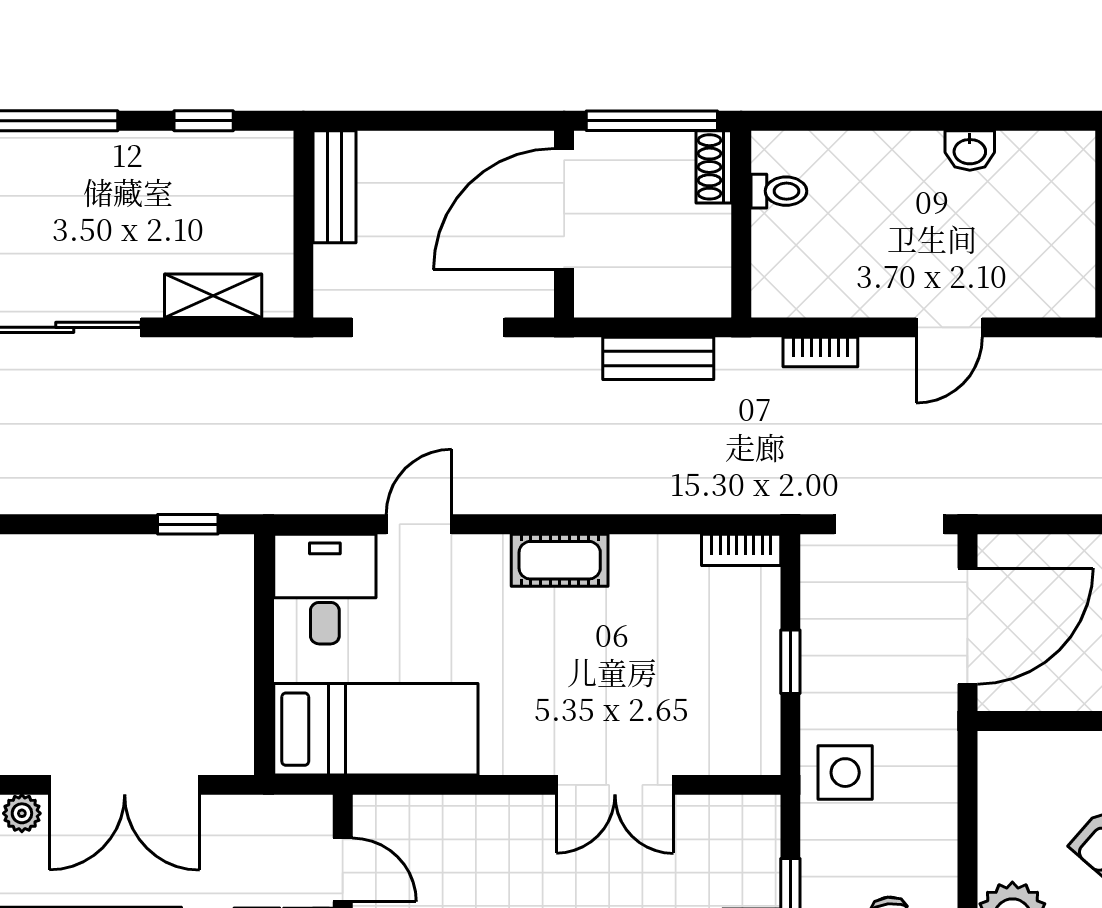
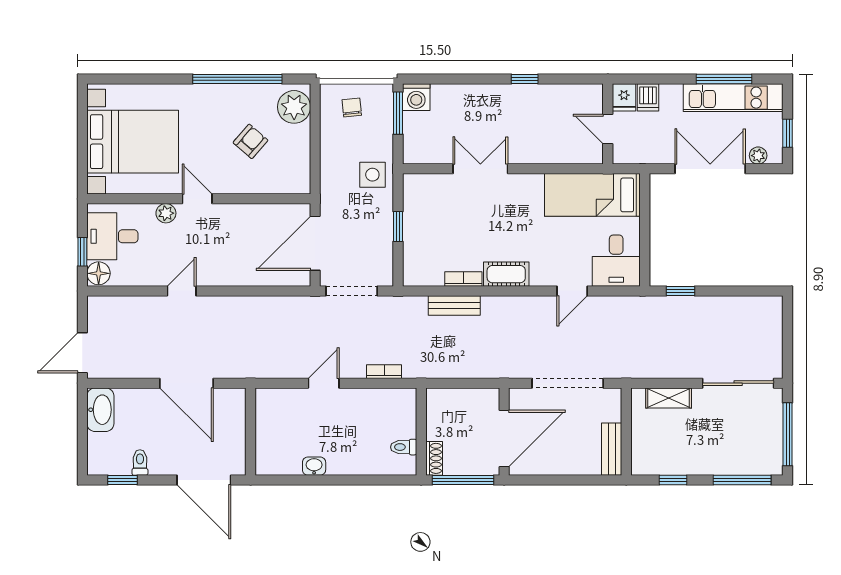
bench: (658, 358) -> (454, 306), moved
bookcase: (741, 550) -> (463, 279), moved

